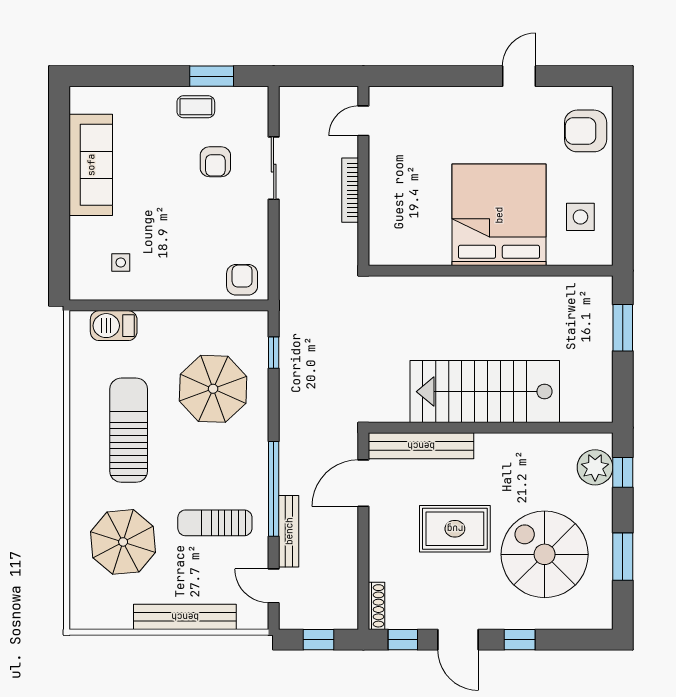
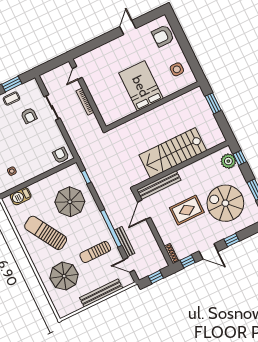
bed: (499, 215) -> (141, 86), width x0.73
sun lounger: (129, 430) -> (46, 233), turned -31

